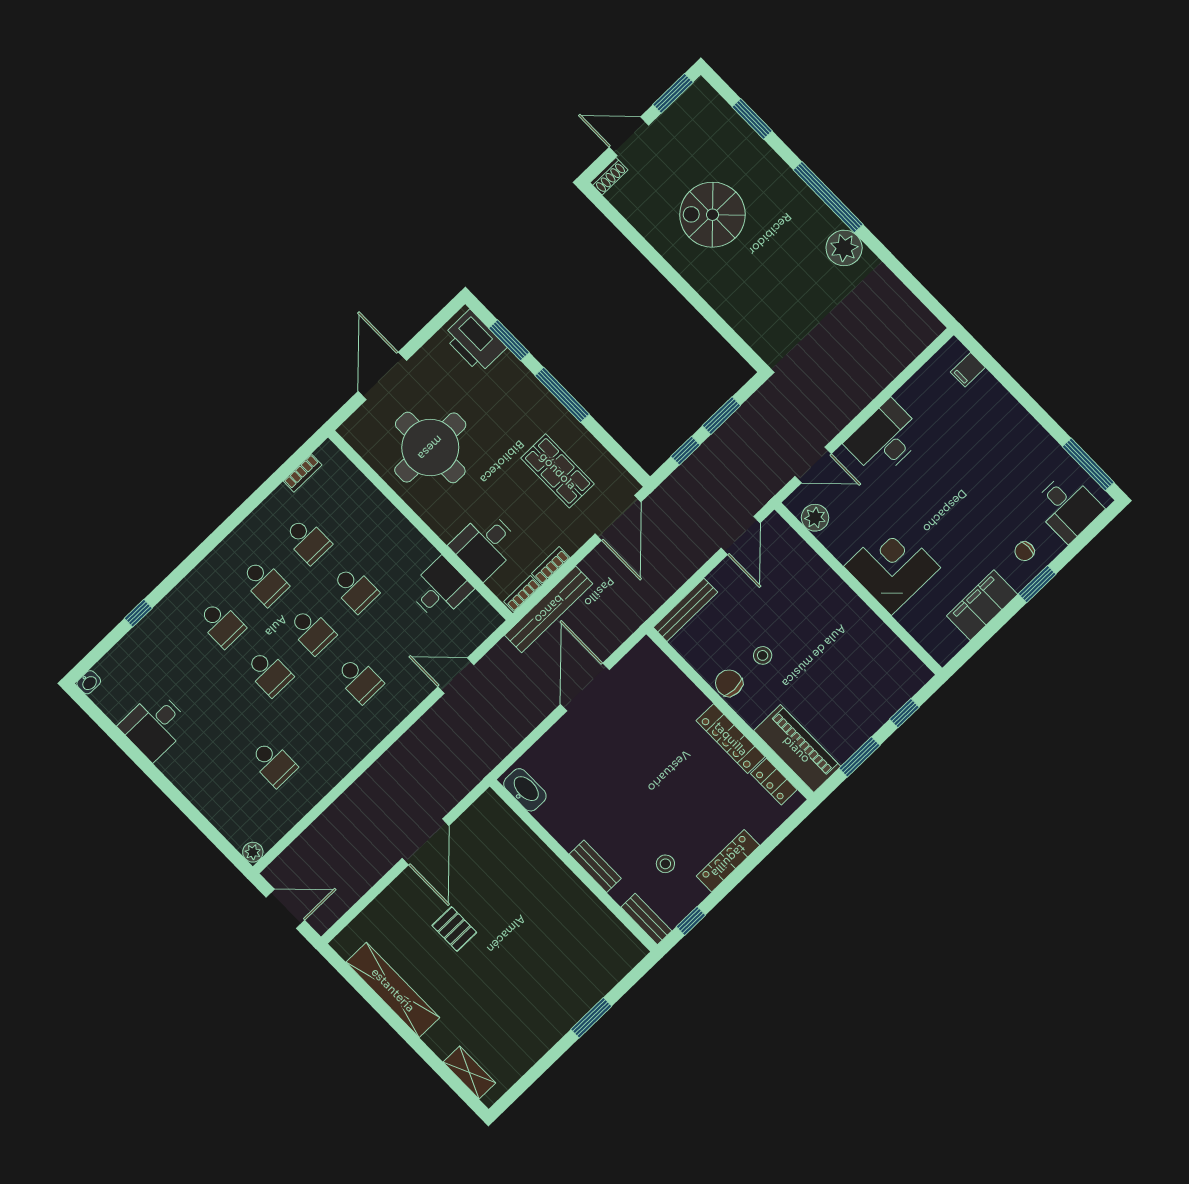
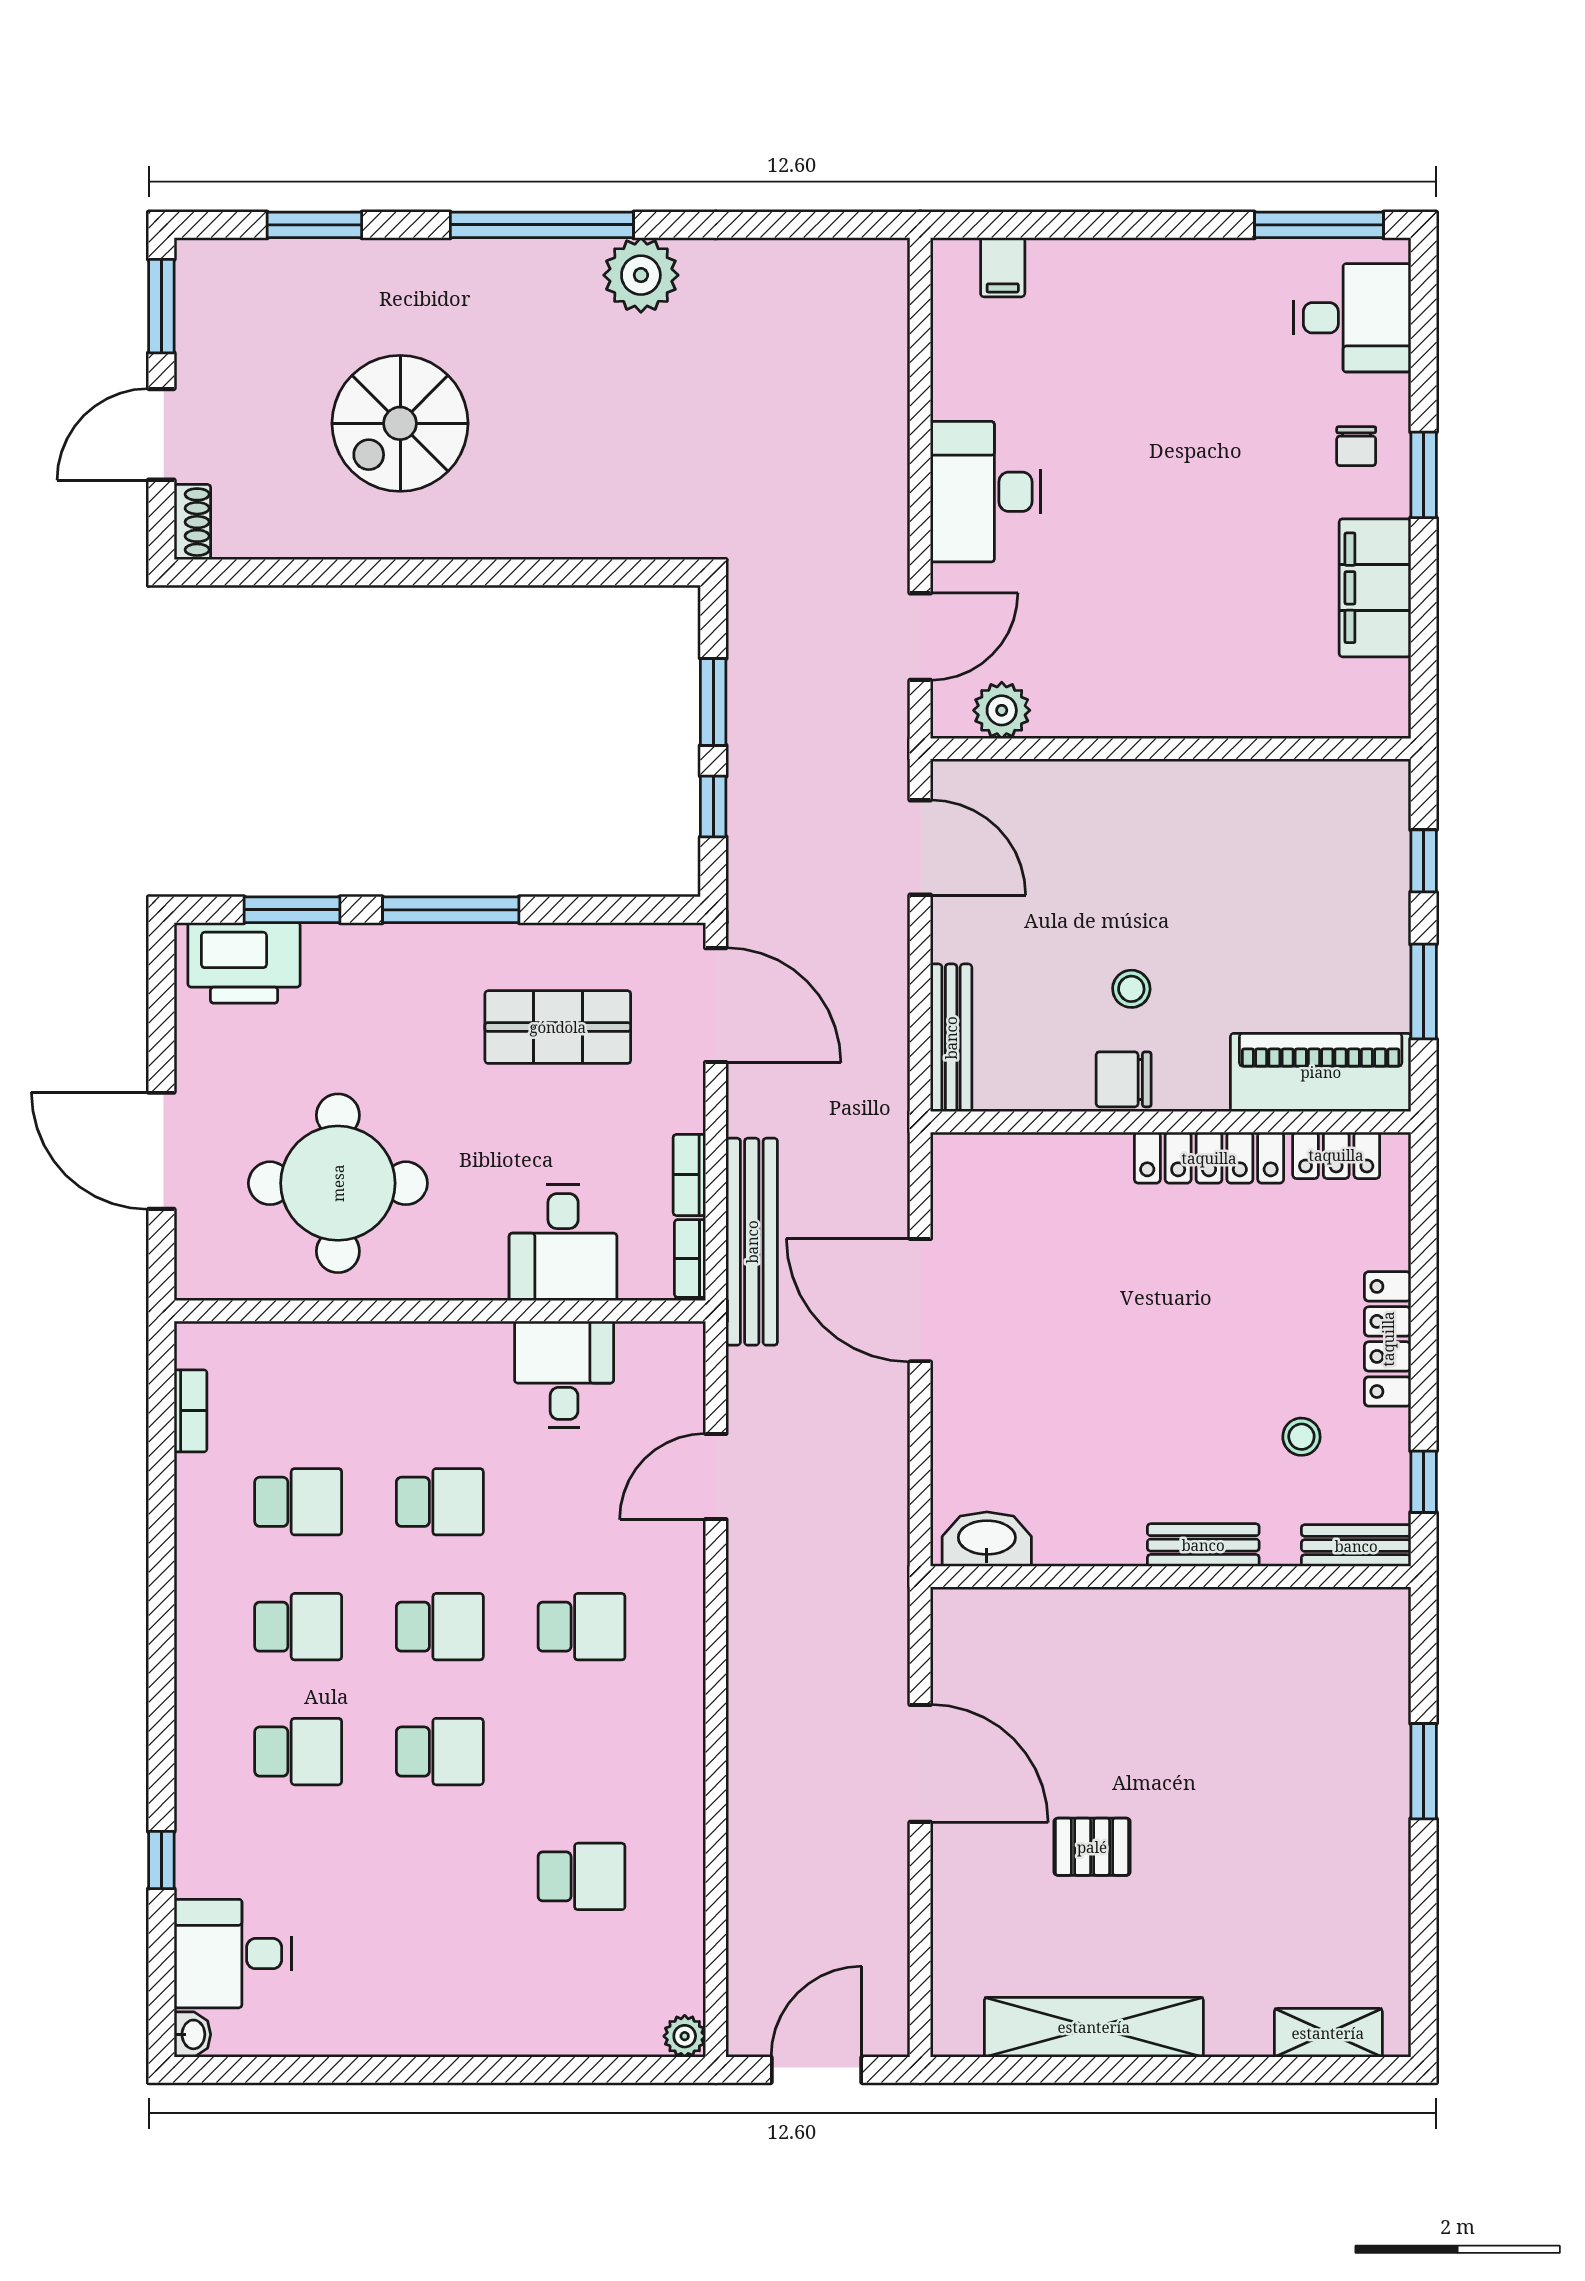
corner desk: (892, 567) -> (1187, 667), removed
desk: (155, 725) -> (233, 1954), moved, turned 90

